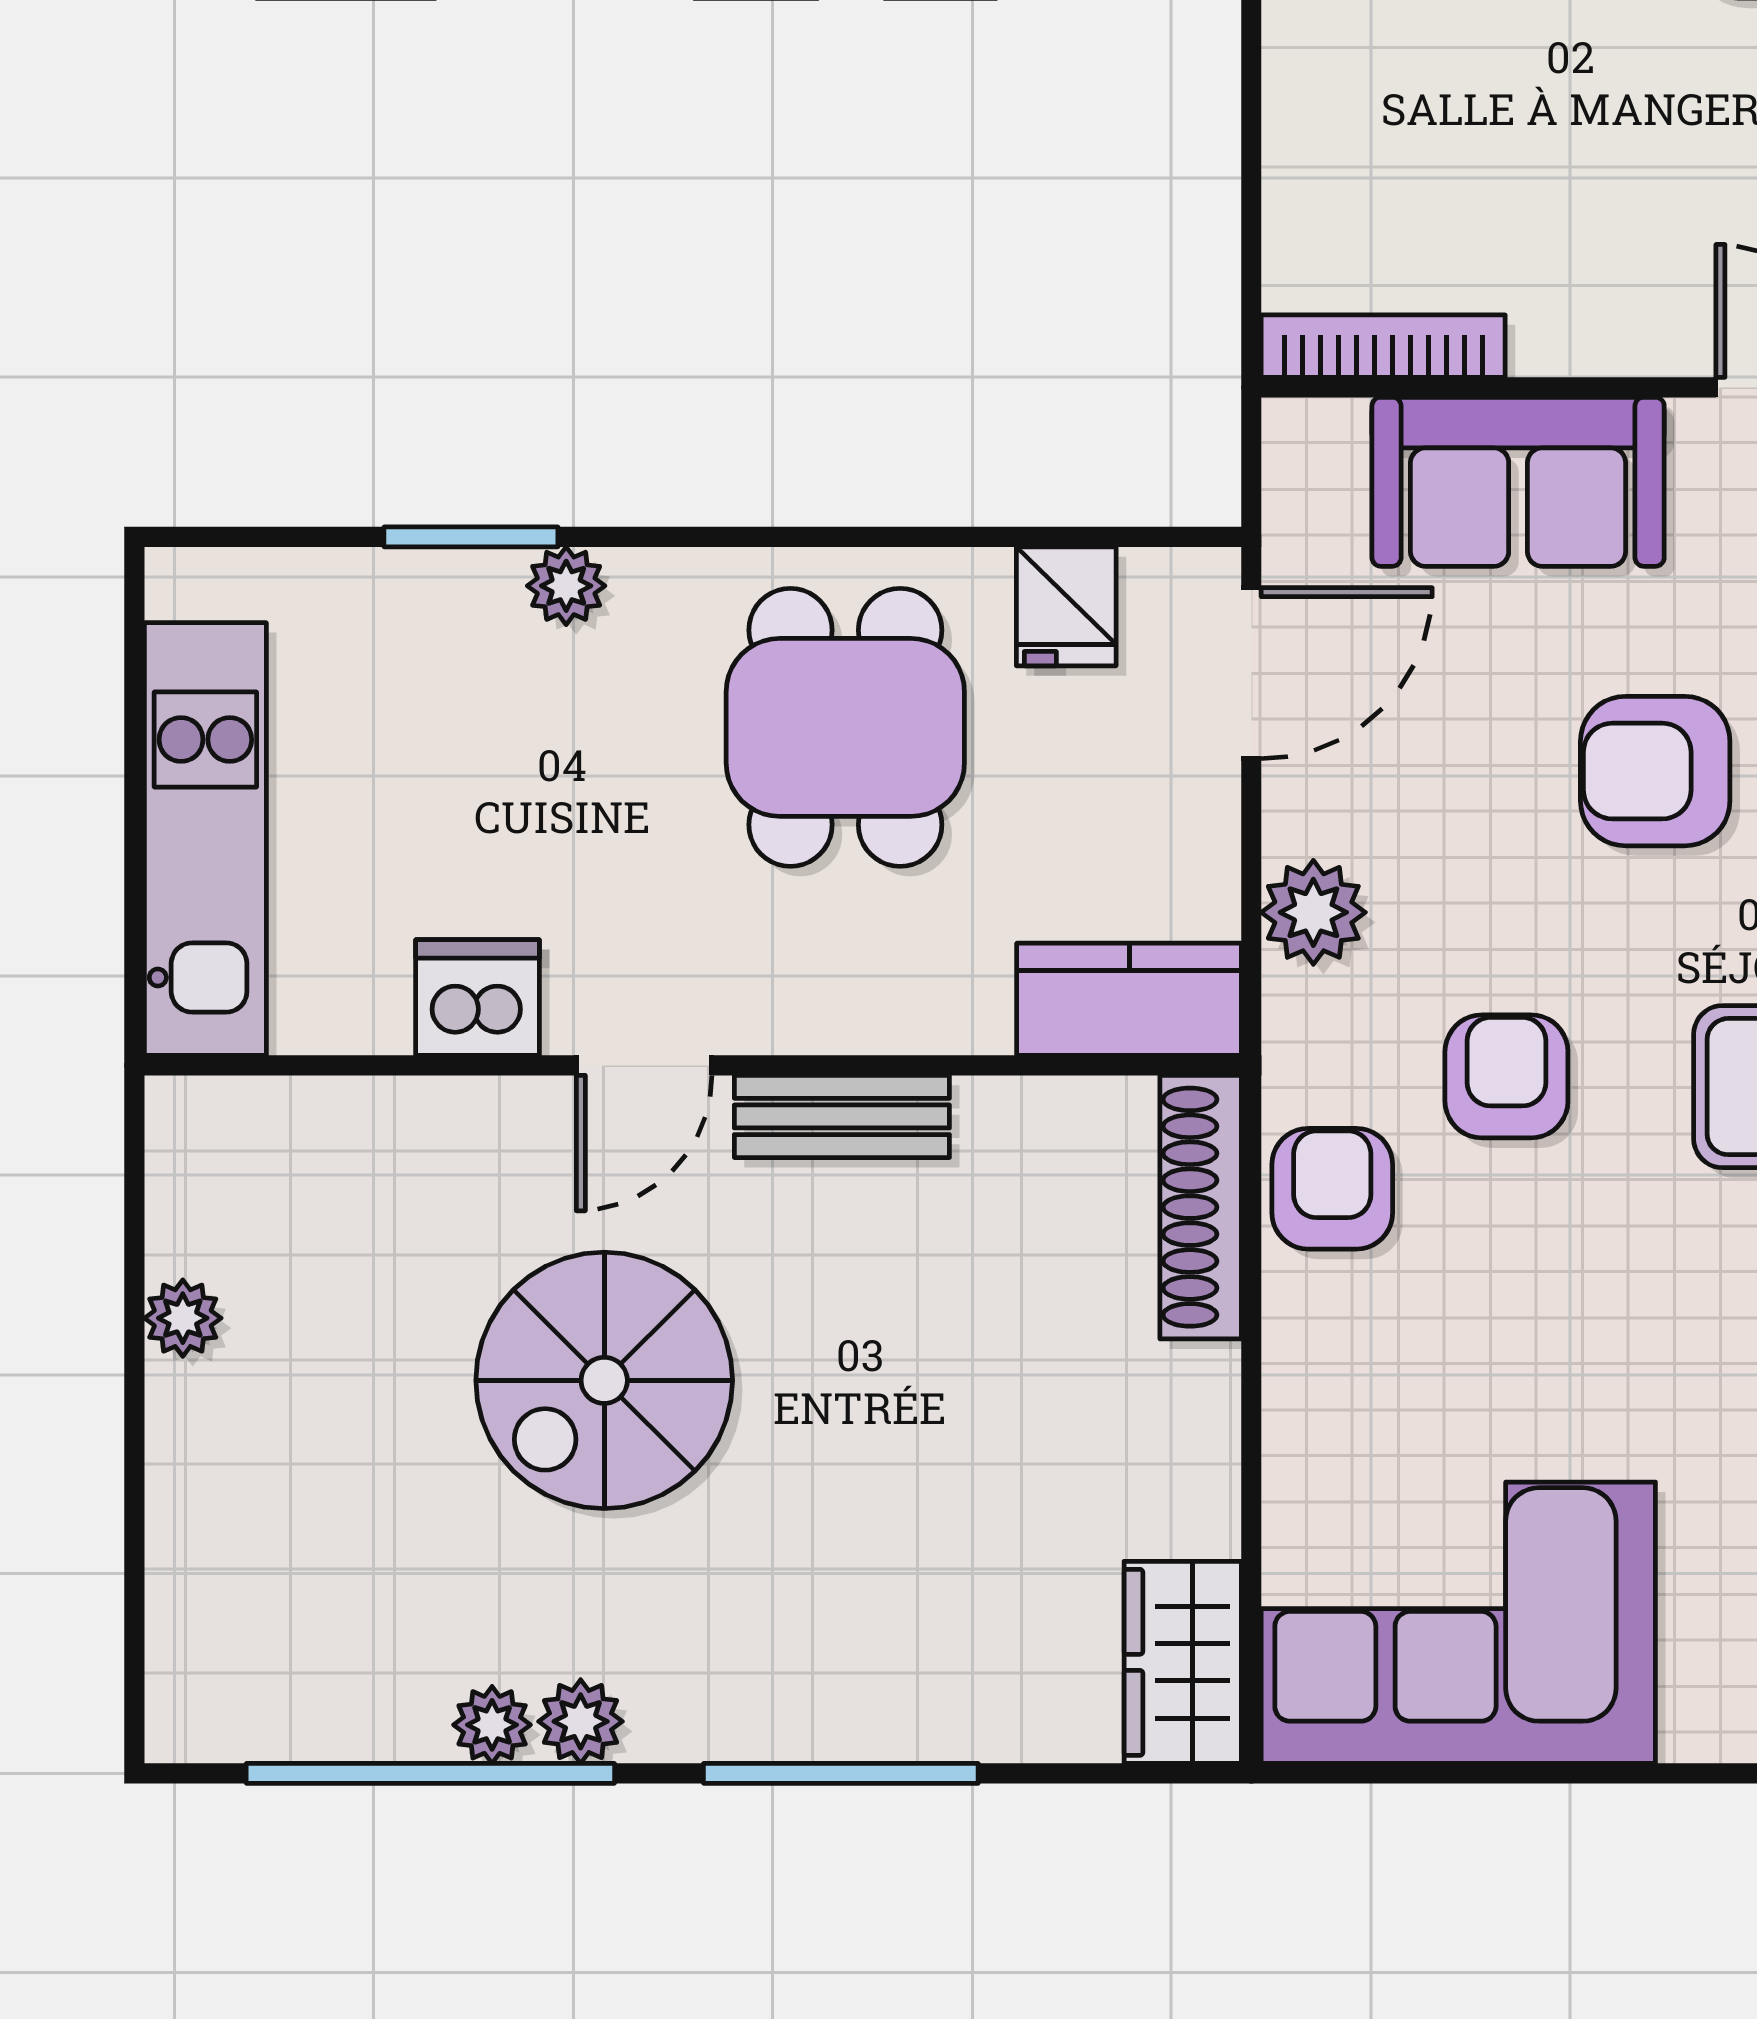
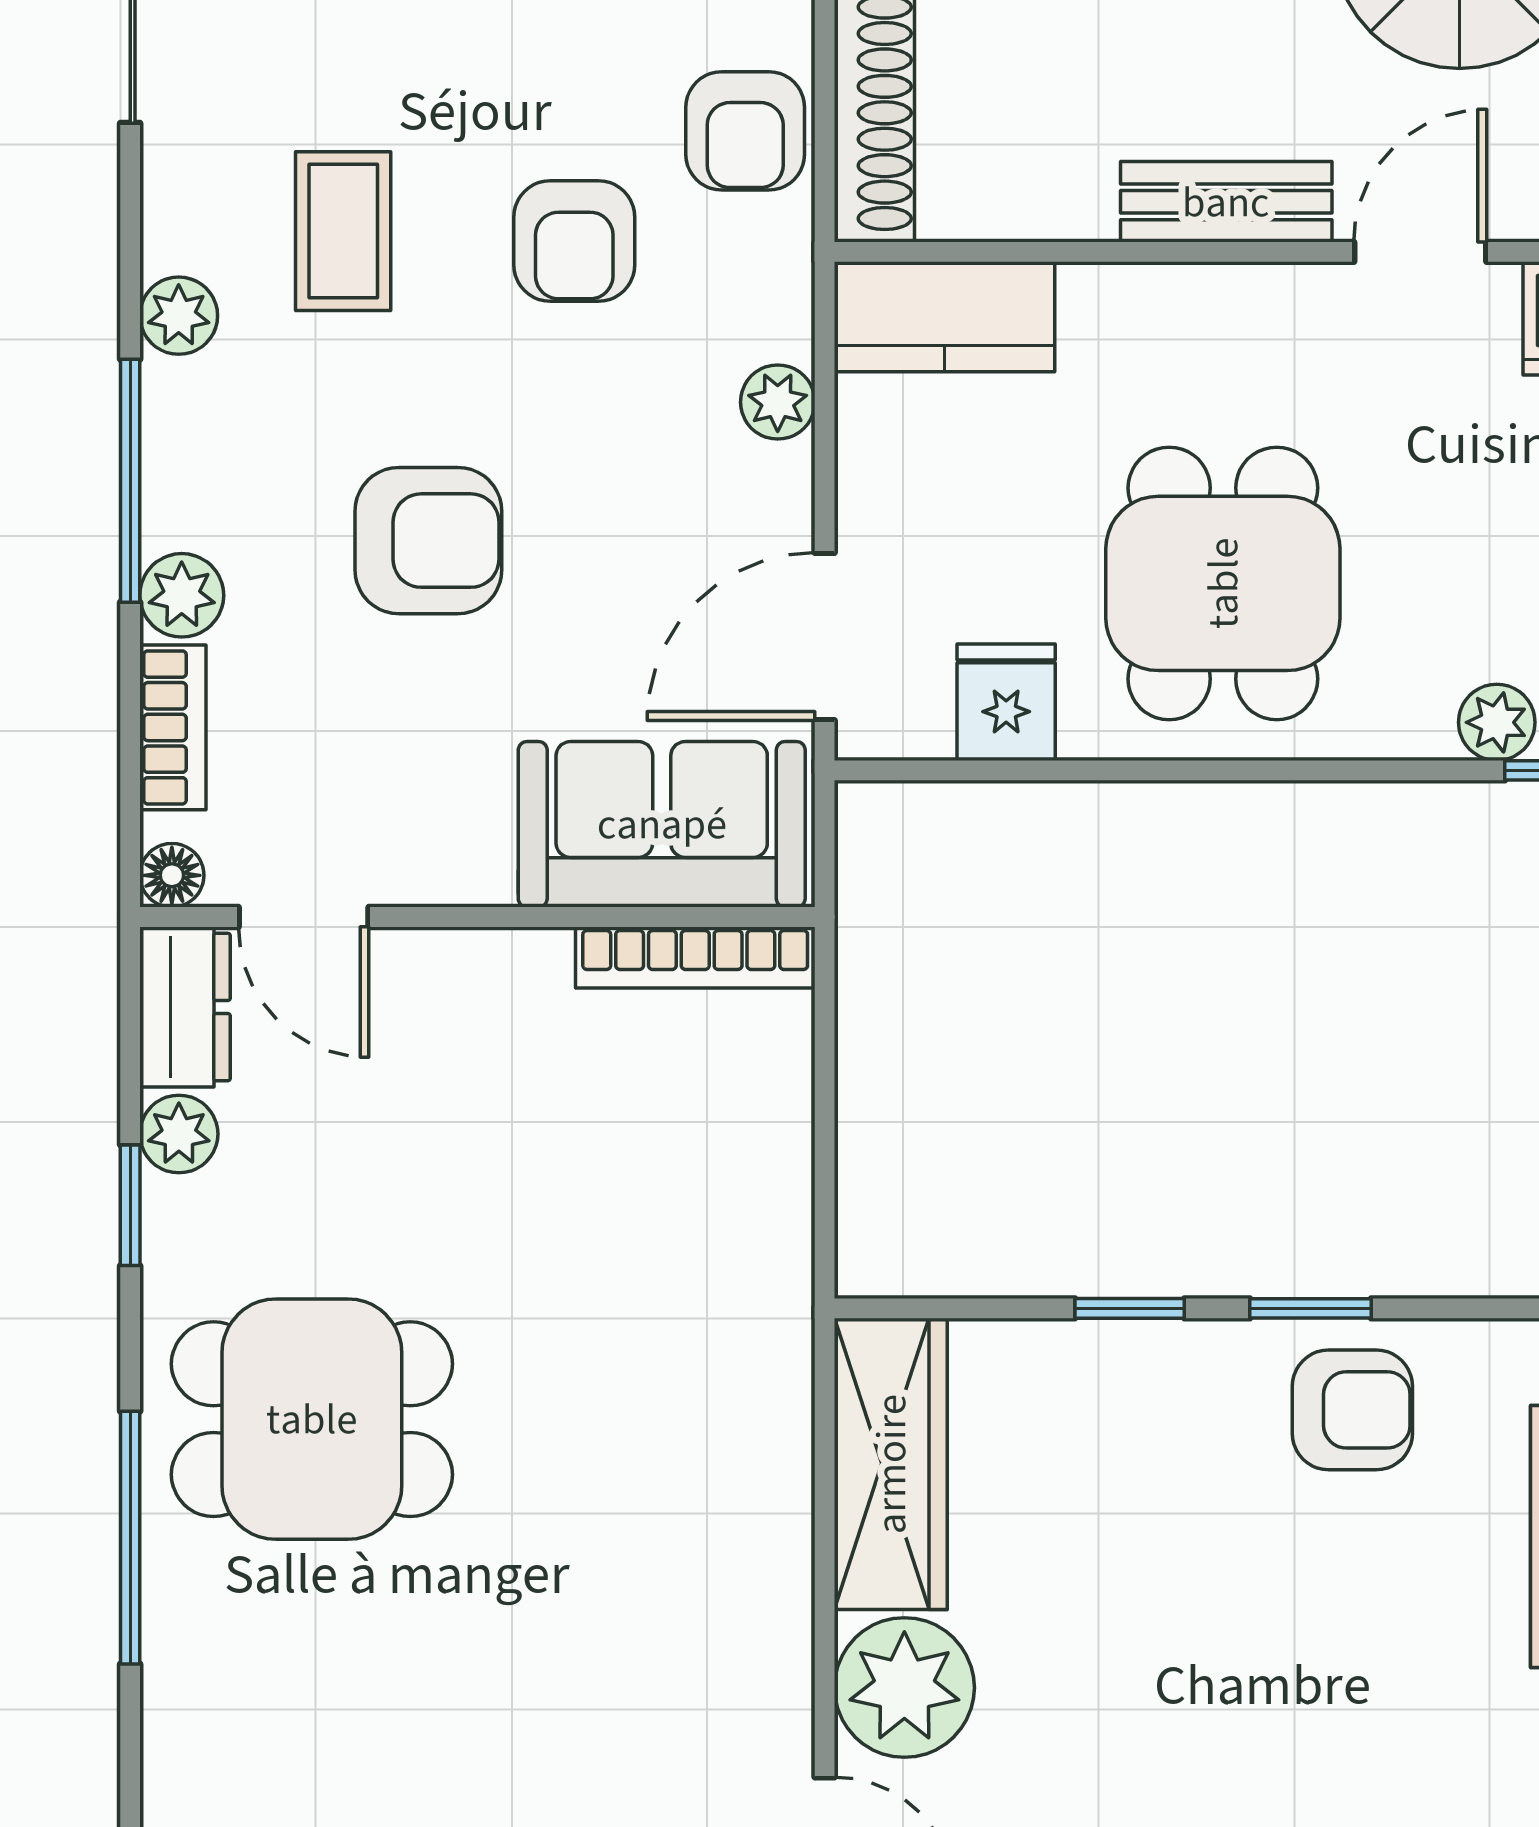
sofa: (1518, 482) -> (662, 824), moved
plant: (1313, 912) -> (778, 402), width x0.73, depth x0.73

